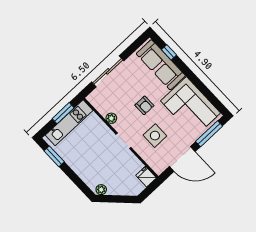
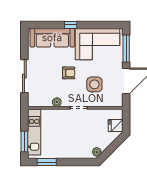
window: (169, 52) -> (71, 25), moved
window: (63, 113) -> (24, 142), moved
fridge: (146, 177) -> (116, 126), moved

